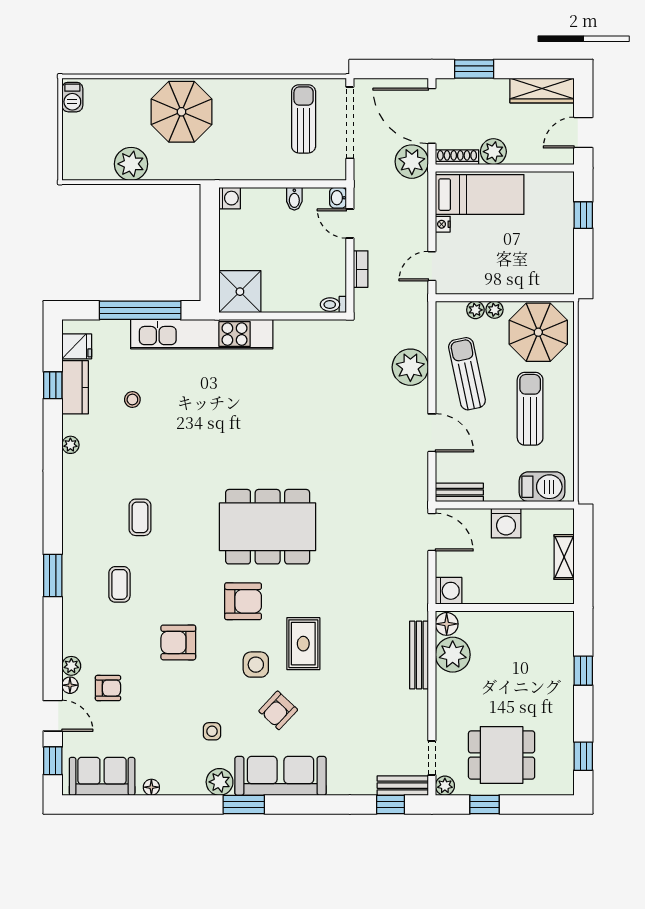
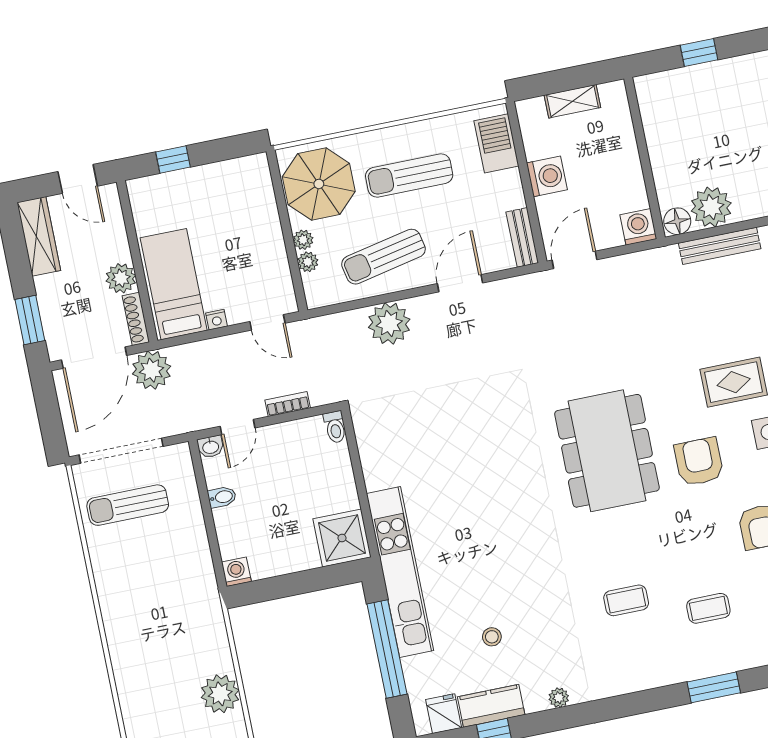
parasol: (181, 112) -> (148, 648), removed

